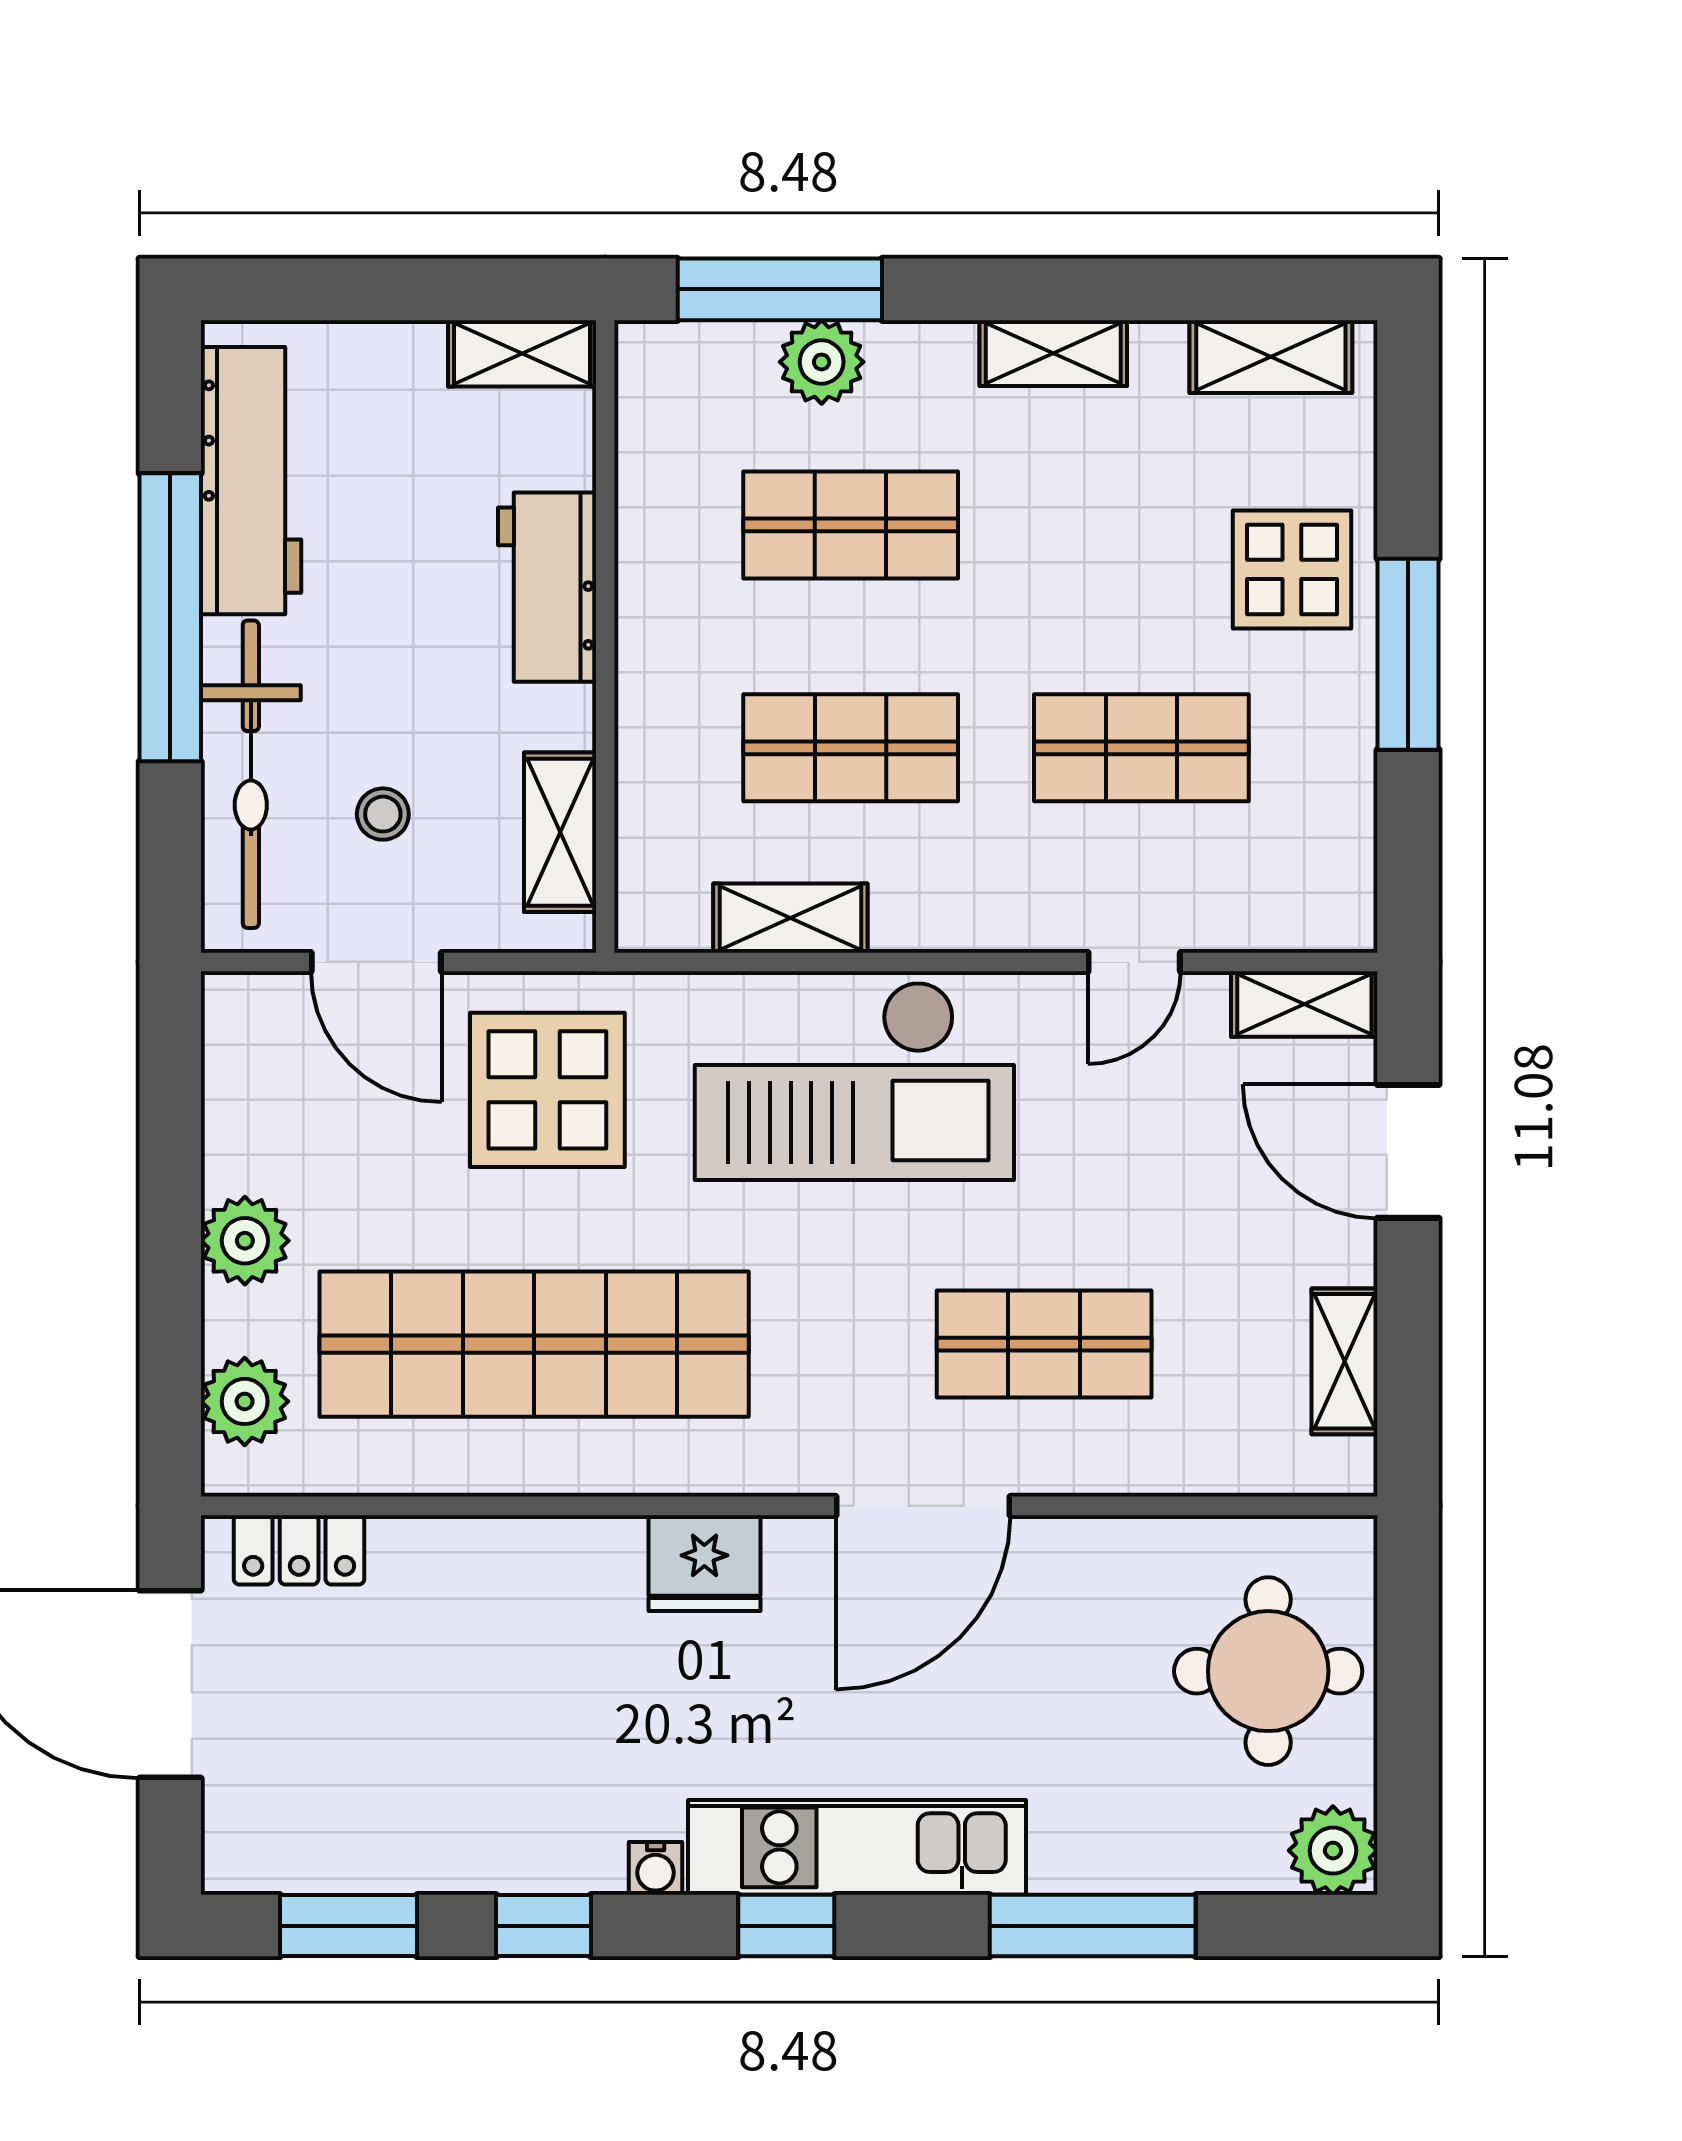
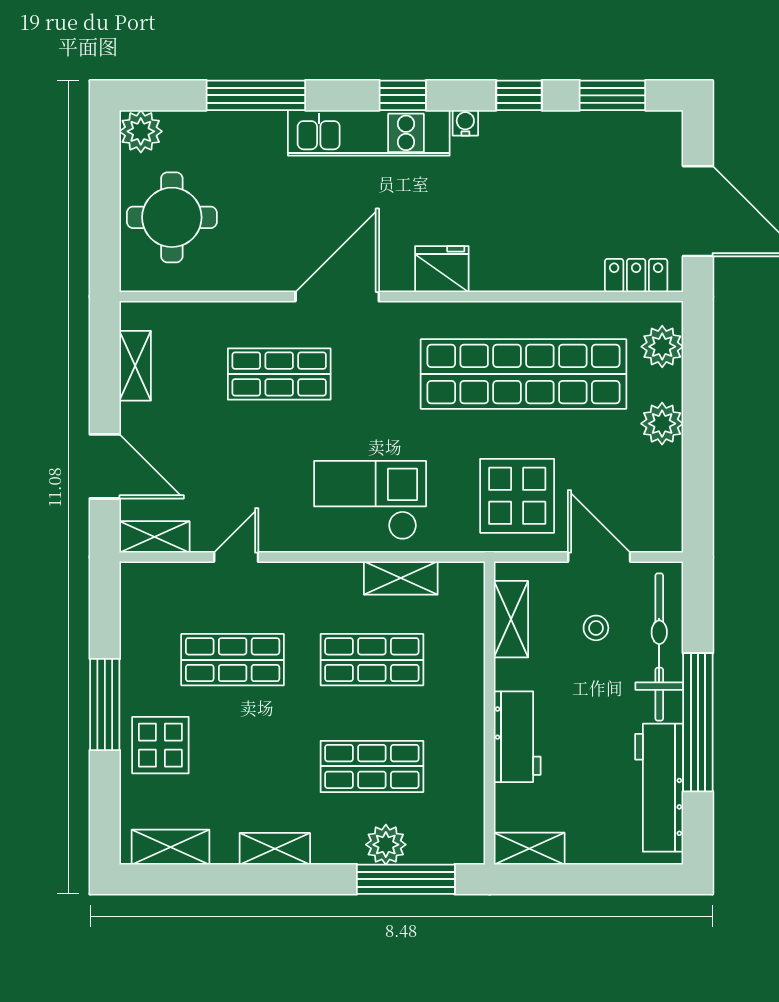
checkout: (854, 1081) -> (370, 500), width x0.73, depth x0.83

